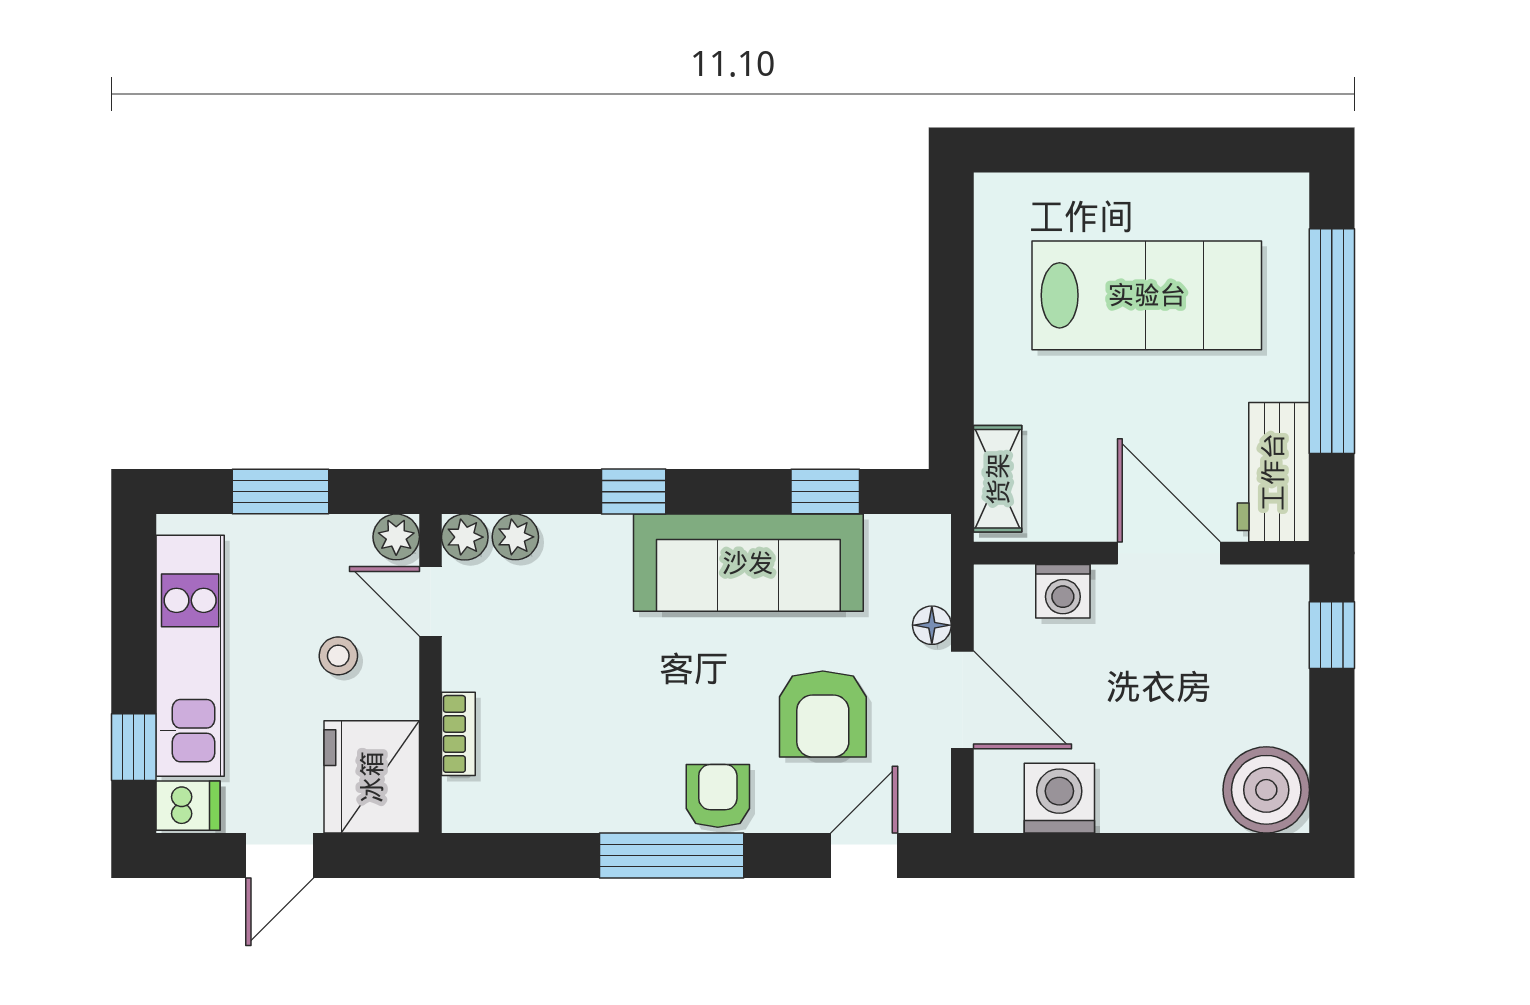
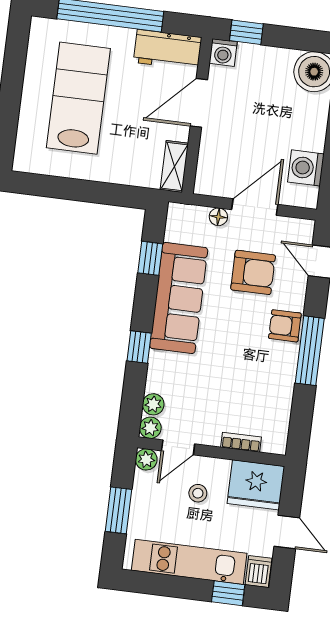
shelving: (998, 479) -> (174, 167), moved, turned 90
washing machine: (1063, 591) -> (223, 53), moved, turned 90

